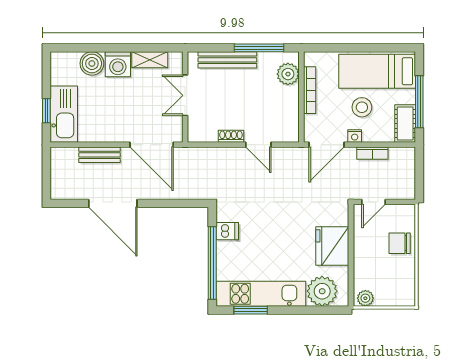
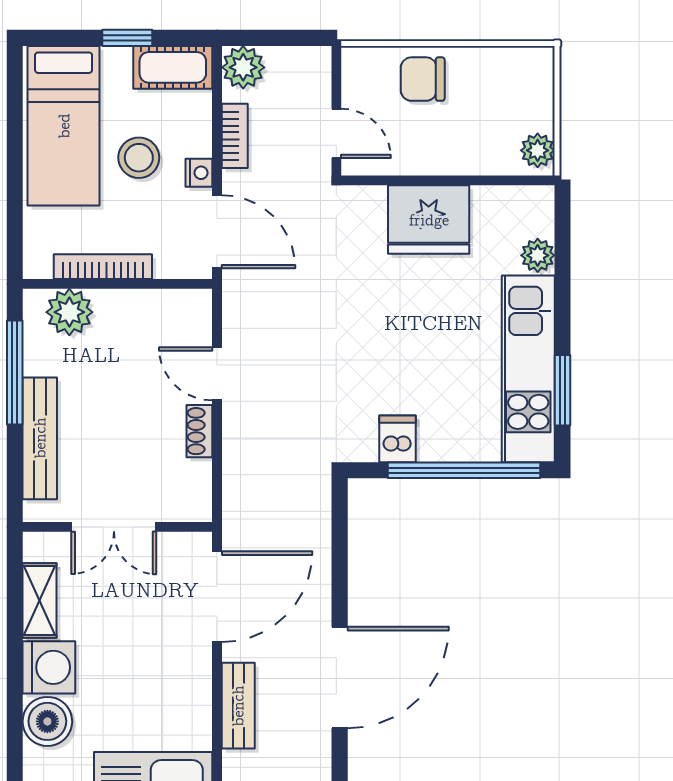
window: (419, 102) -> (127, 38), width x0.46
door: (258, 145) -> (217, 374), swing flipped
plant: (405, 157) -> (243, 67), added
chair: (400, 243) -> (423, 79), turned 90
plant: (322, 291) -> (538, 255), width x0.53, depth x0.53

